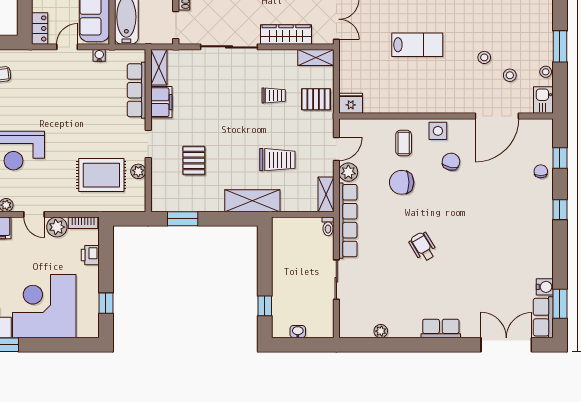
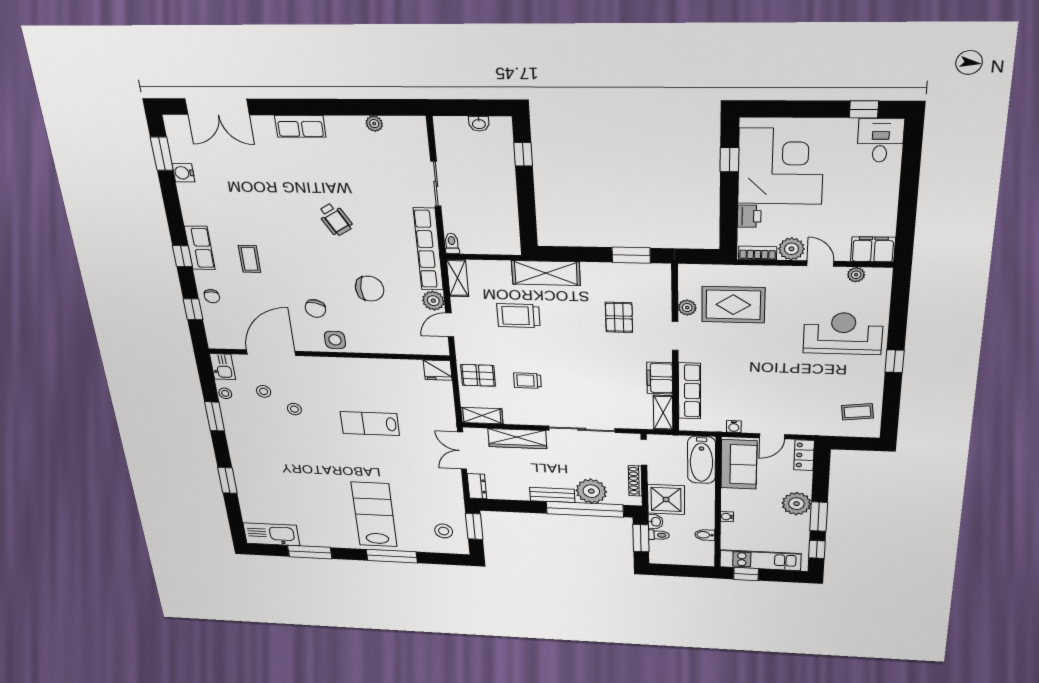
coffee table: (404, 143) -> (250, 259), moved
corner desk: (44, 306) -> (781, 166), moved, turned -90
row of seats: (543, 317) -> (200, 248), moved

